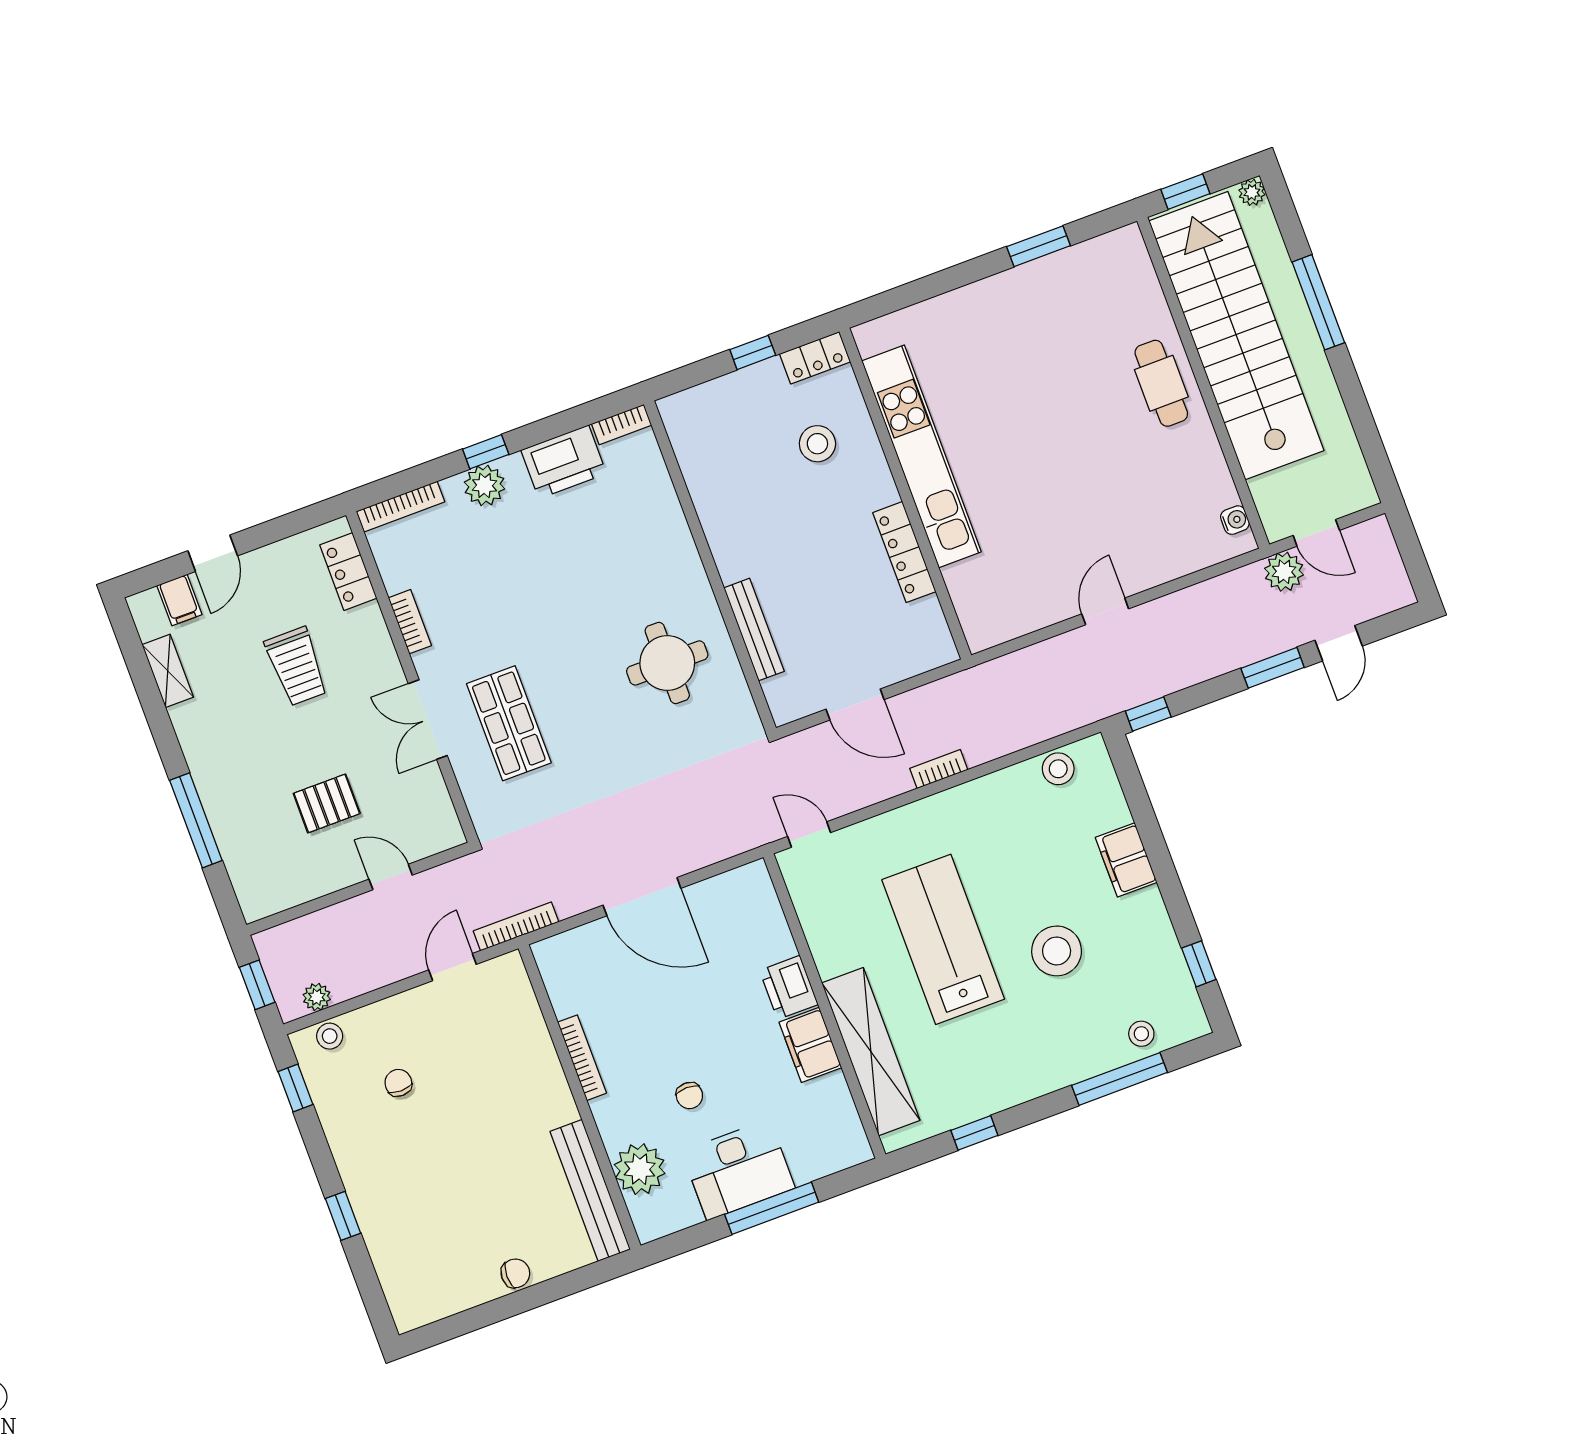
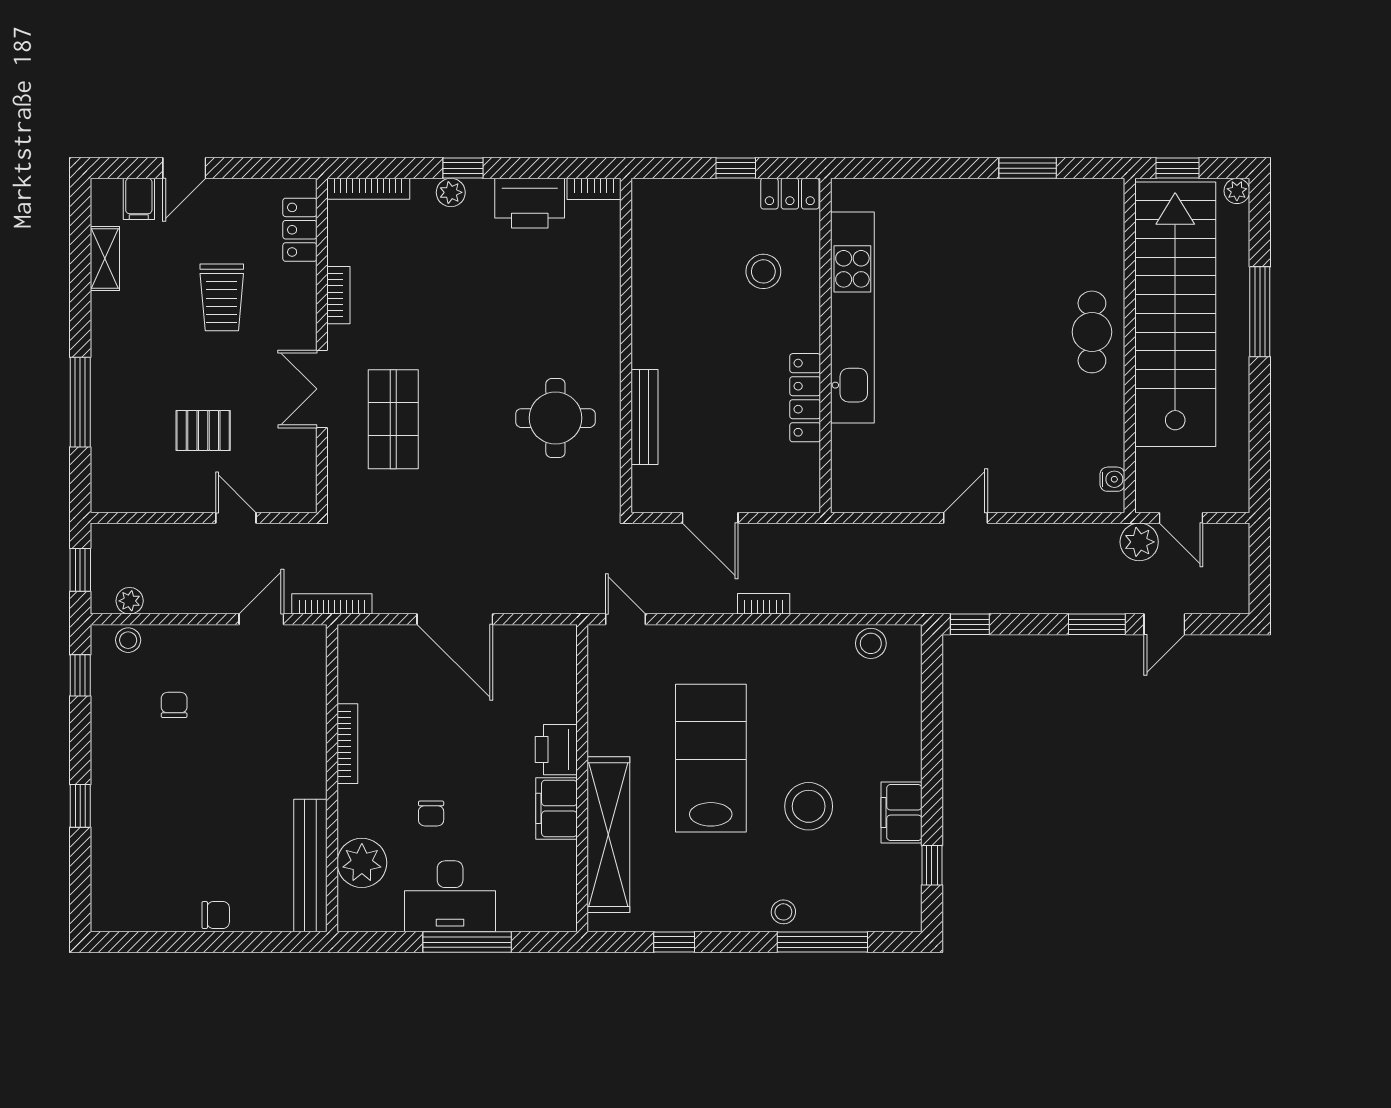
plant: (485, 485) -> (451, 192), width x0.73, depth x0.73
filing cabinet: (1126, 860) -> (901, 813), moved
stool: (1141, 1034) -> (783, 912), moved

